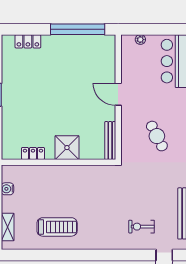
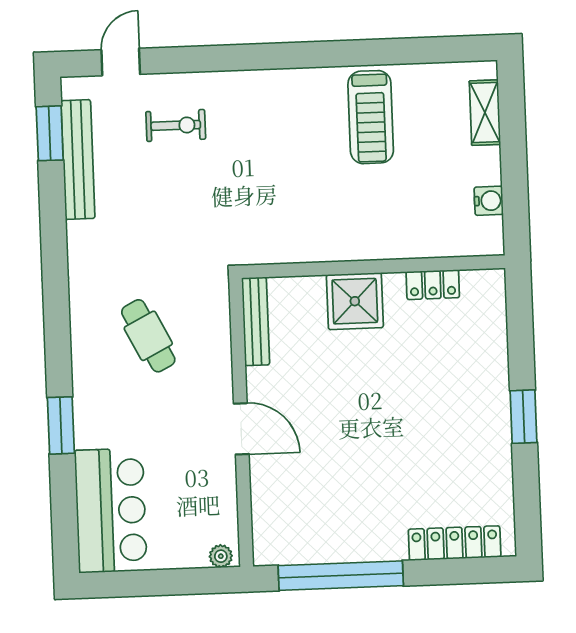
plant: (140, 40) -> (221, 556), moved
locker: (28, 41) -> (455, 543), width x1.53
treadmill: (57, 227) -> (371, 117), turned -90

